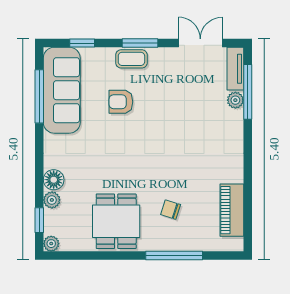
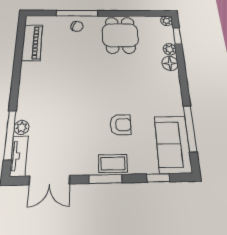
sofa: (62, 90) -> (173, 144), width x0.73
chair: (171, 210) -> (77, 26), moved

